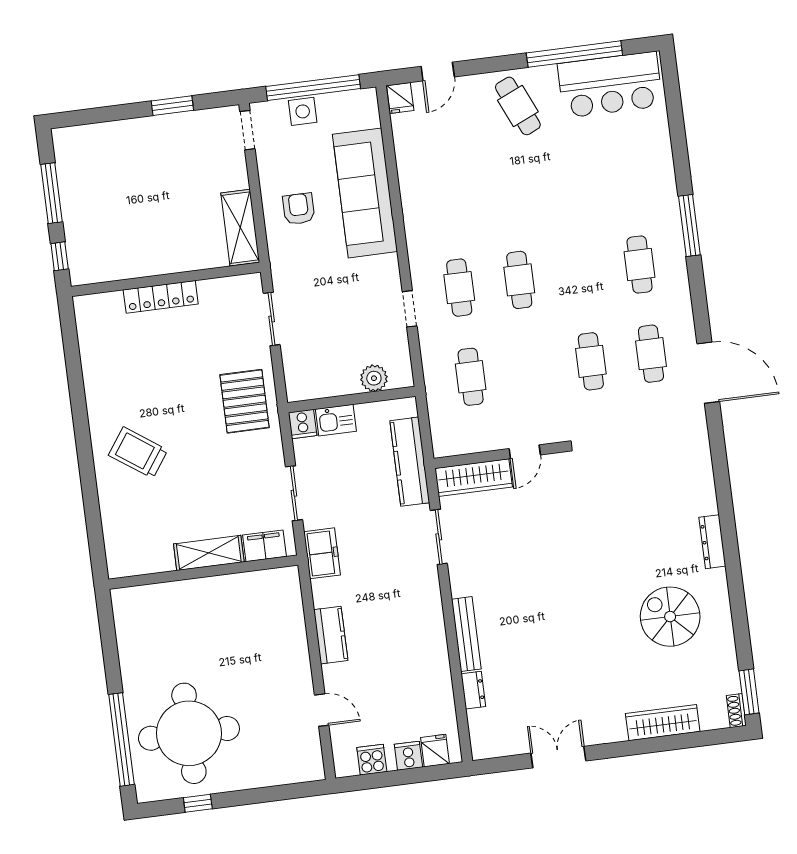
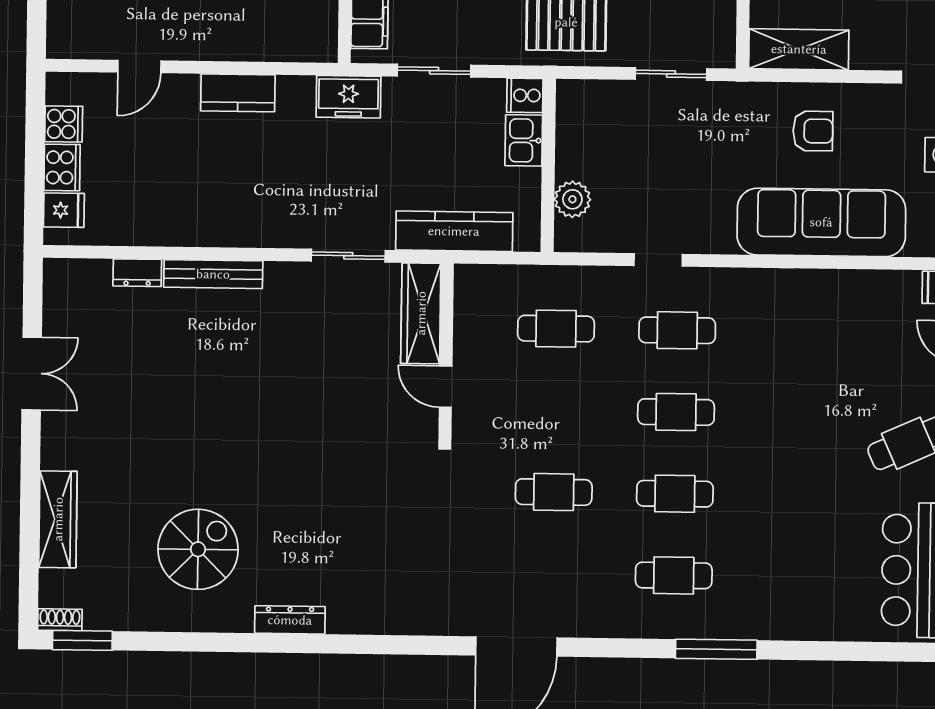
cafe table: (651, 354) -> (675, 494), moved
cooker: (408, 756) -> (62, 167), width x1.36

